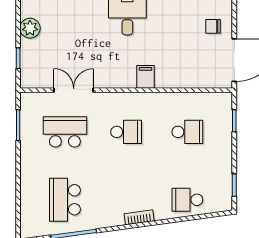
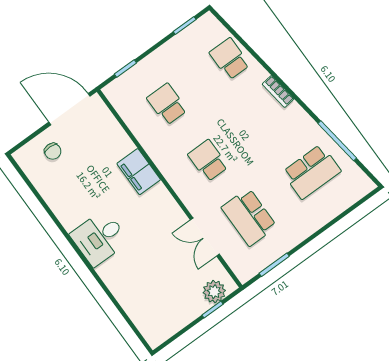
plant: (30, 28) -> (214, 292), moved
filing cabinet: (146, 77) -> (139, 172), width x2.00
school desk: (187, 200) -> (230, 59), turned 180

